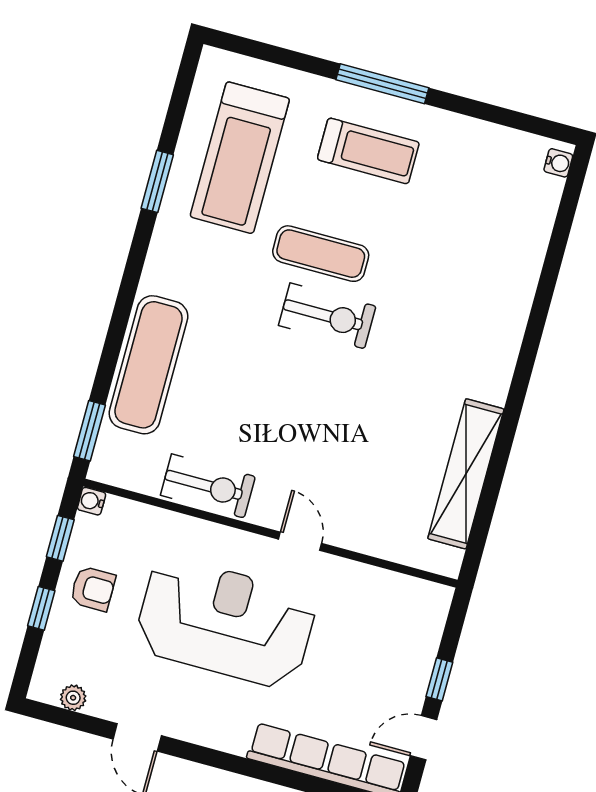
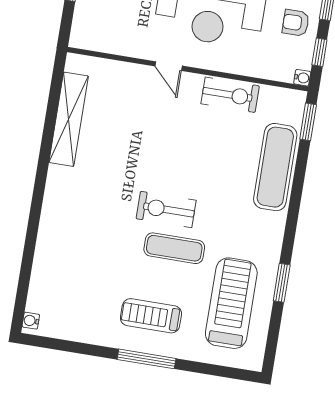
exercise bike: (208, 486) -> (230, 95), turned 180

